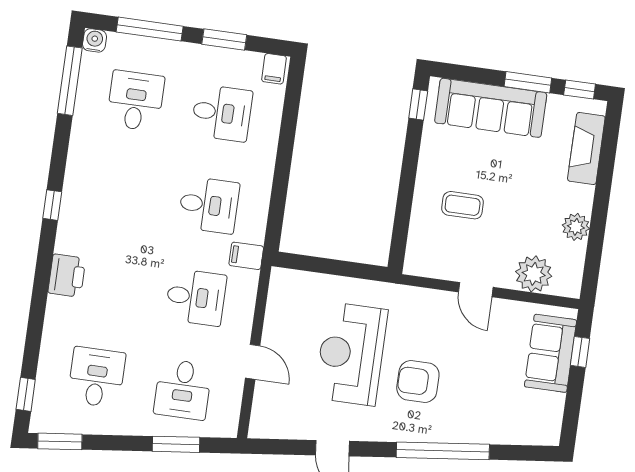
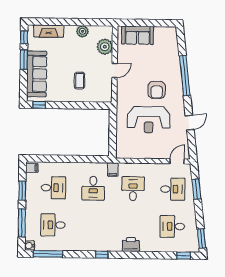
desk: (222, 113) -> (53, 188), turned 90
desk: (209, 205) -> (93, 188), turned 180
window: (580, 352) -> (135, 23), removed
door: (253, 362) -> (177, 161), moved

